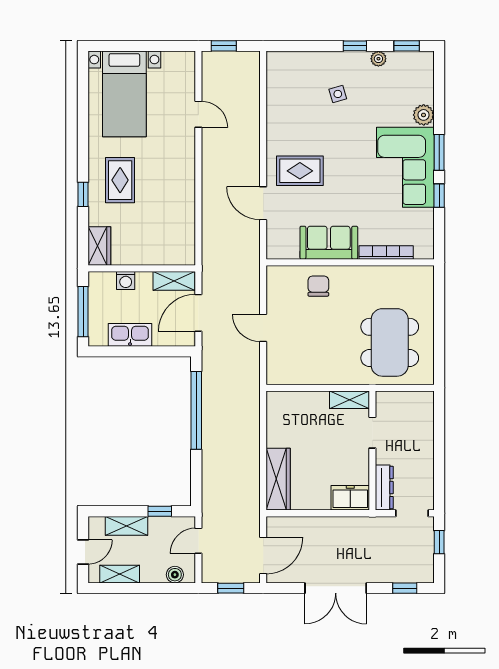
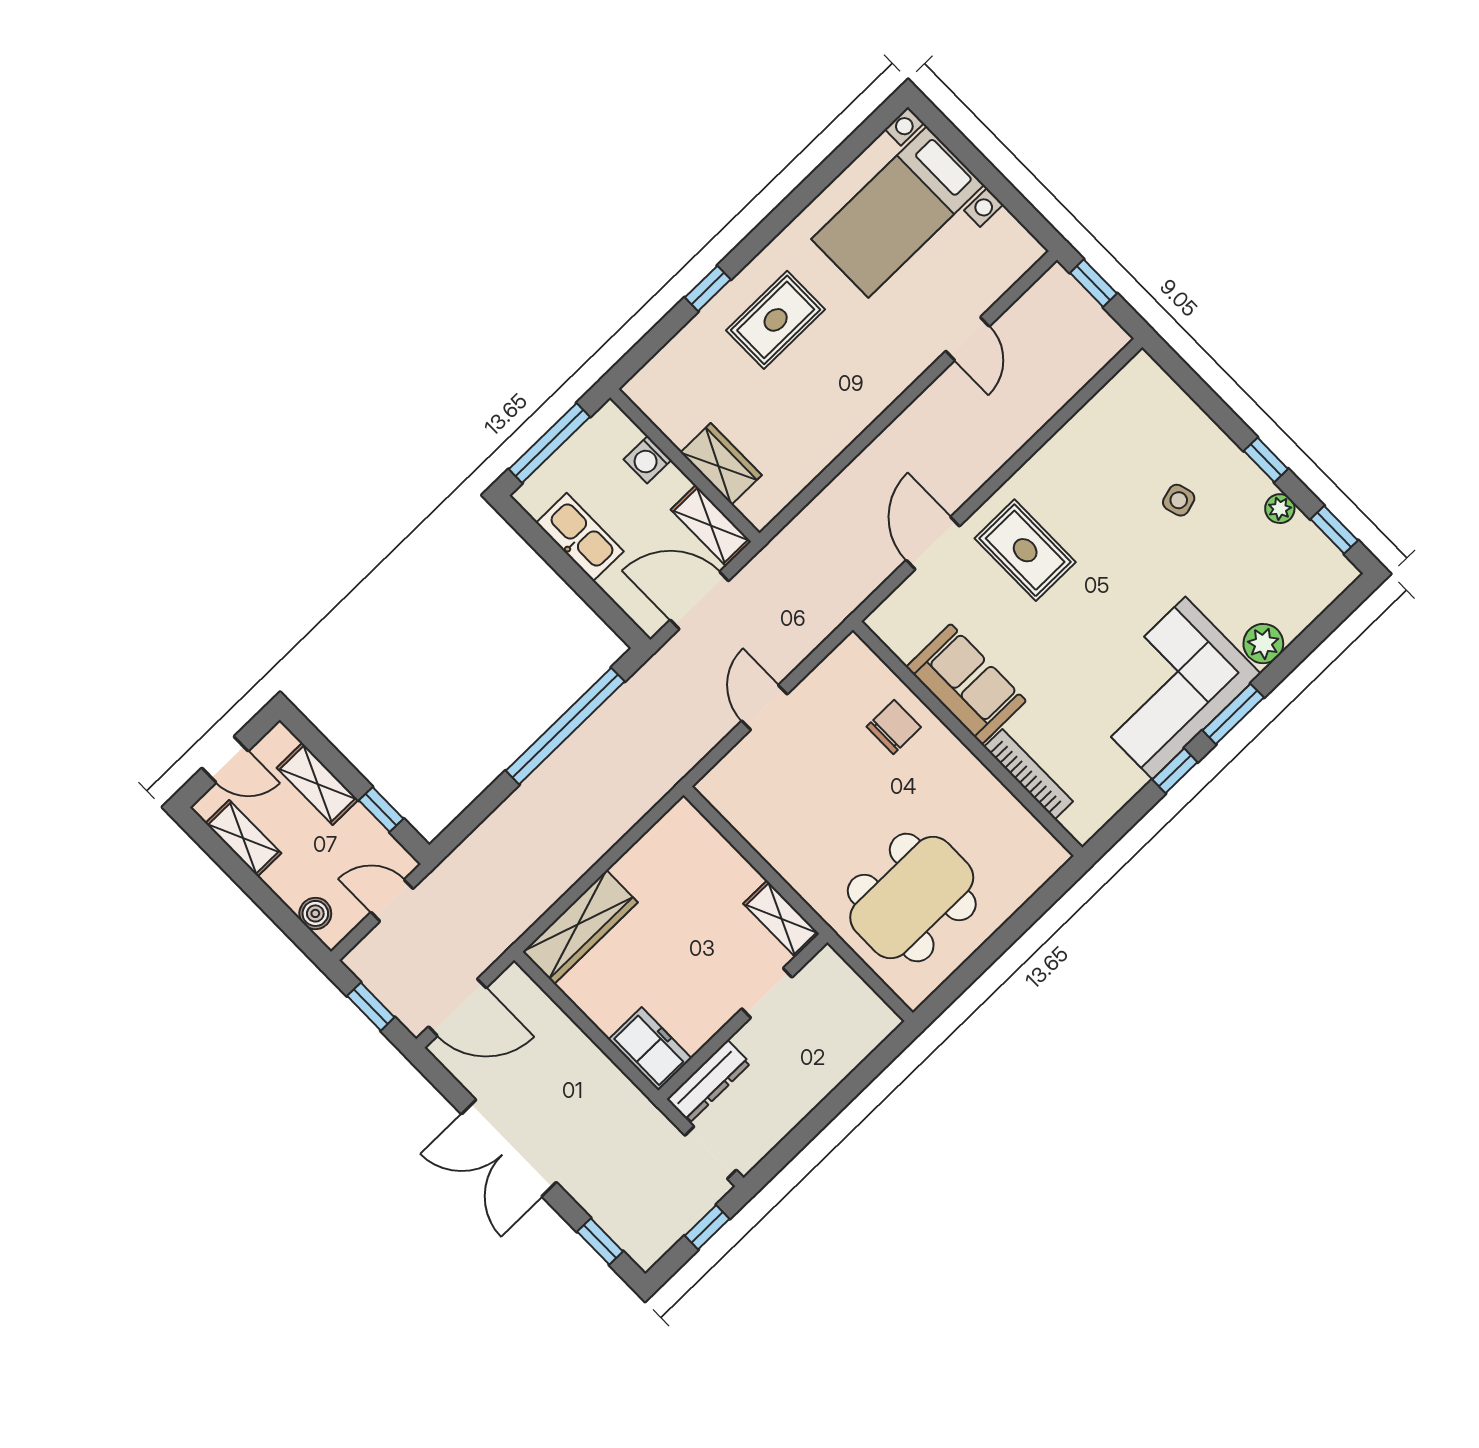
wardrobe: (99, 246) -> (721, 464), moved, turned -90

